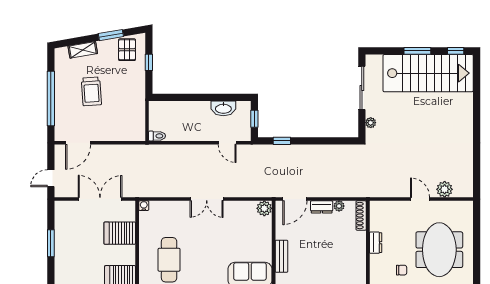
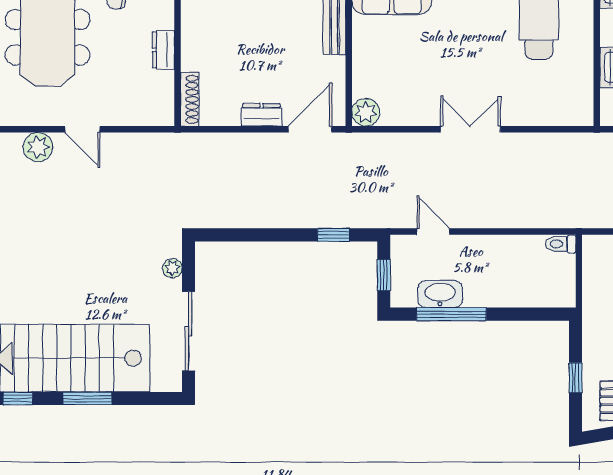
window: (217, 97) -> (451, 314), added
water cooler: (144, 206) -> (585, 117), removed
plant: (339, 206) -> (230, 117), removed

